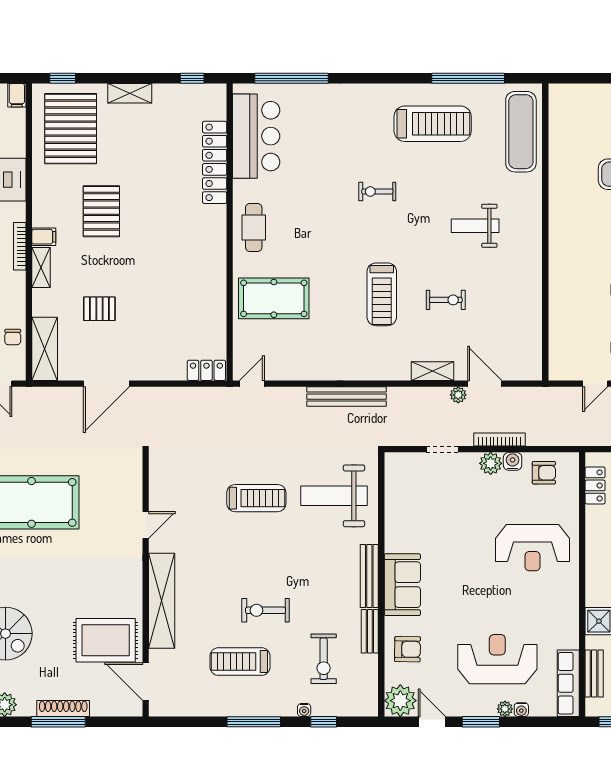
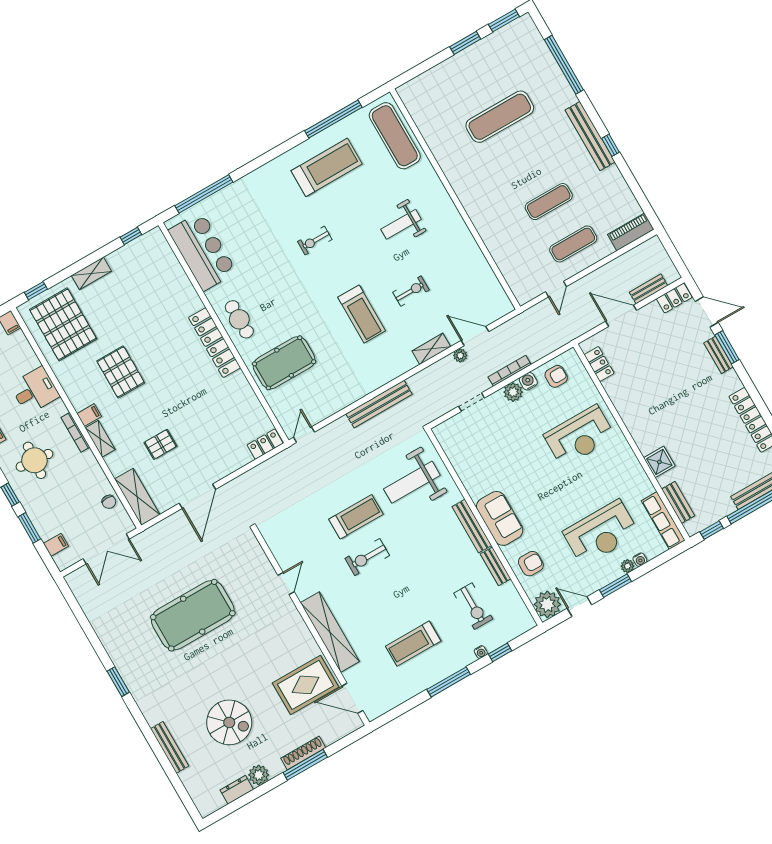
locker: (215, 162) -> (215, 343), moved
exercise bike: (265, 610) -> (367, 557), moved
reception desk: (497, 659) -> (601, 533), turned 180

